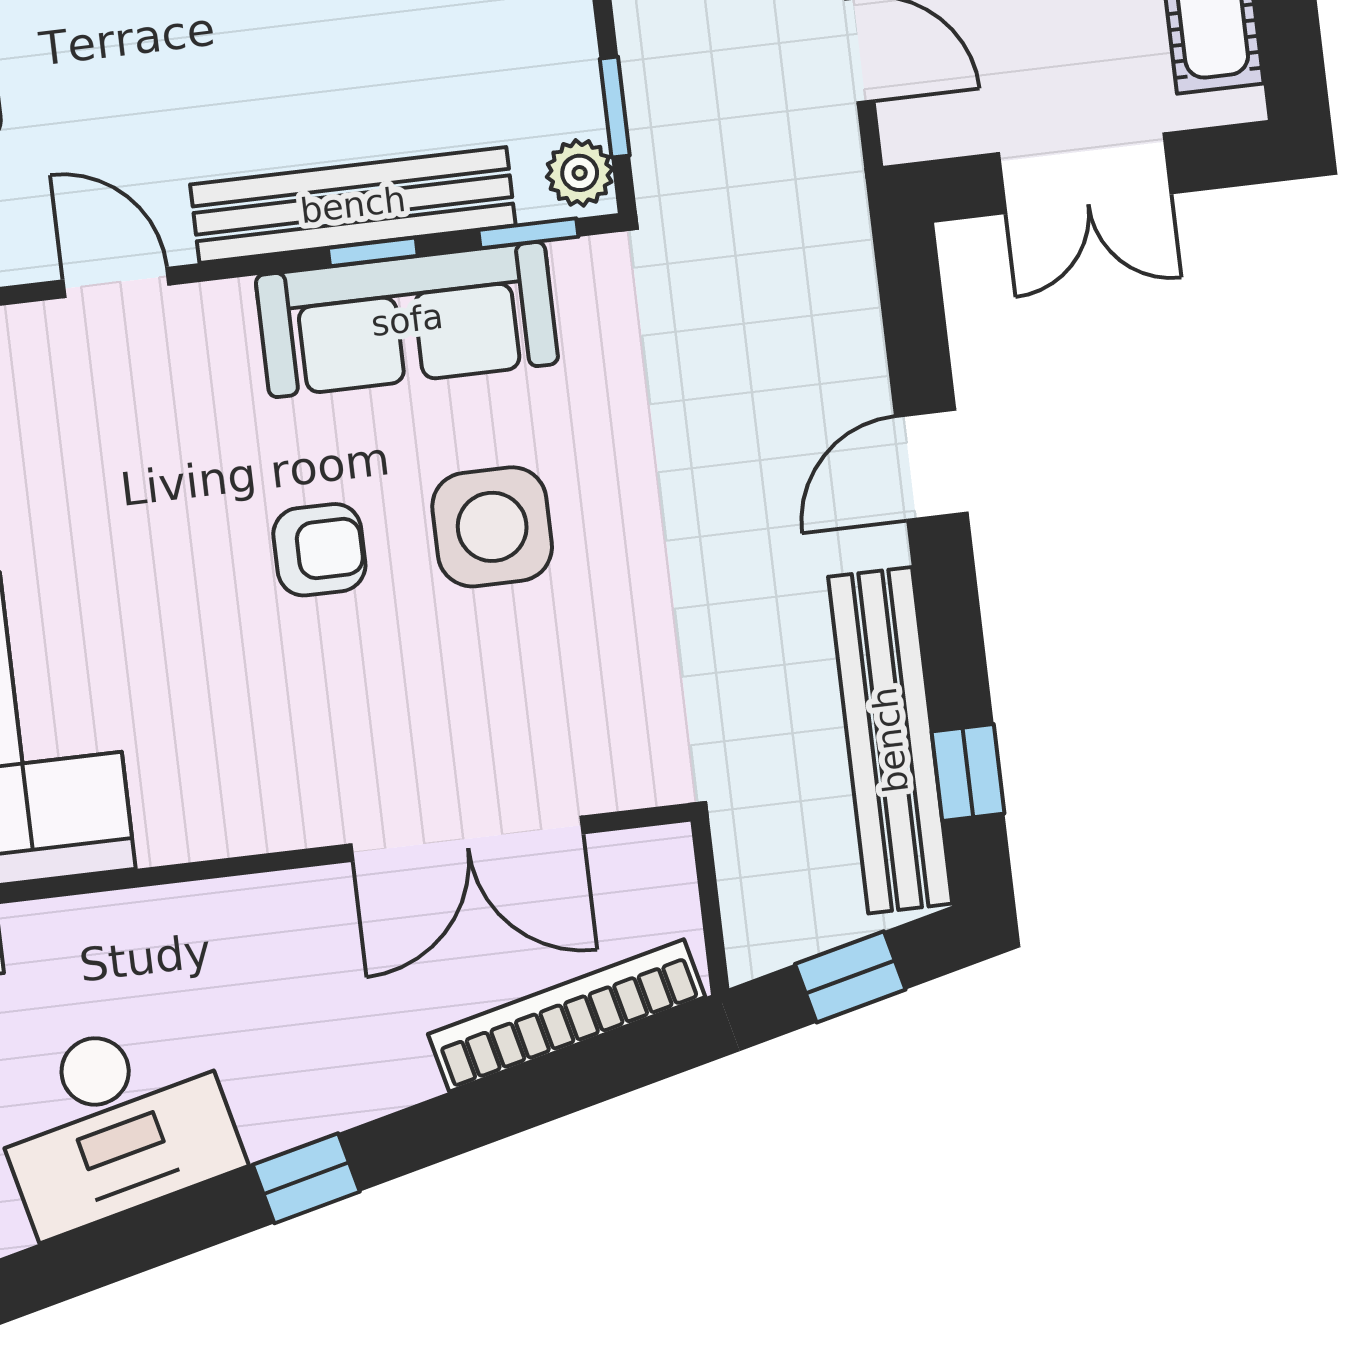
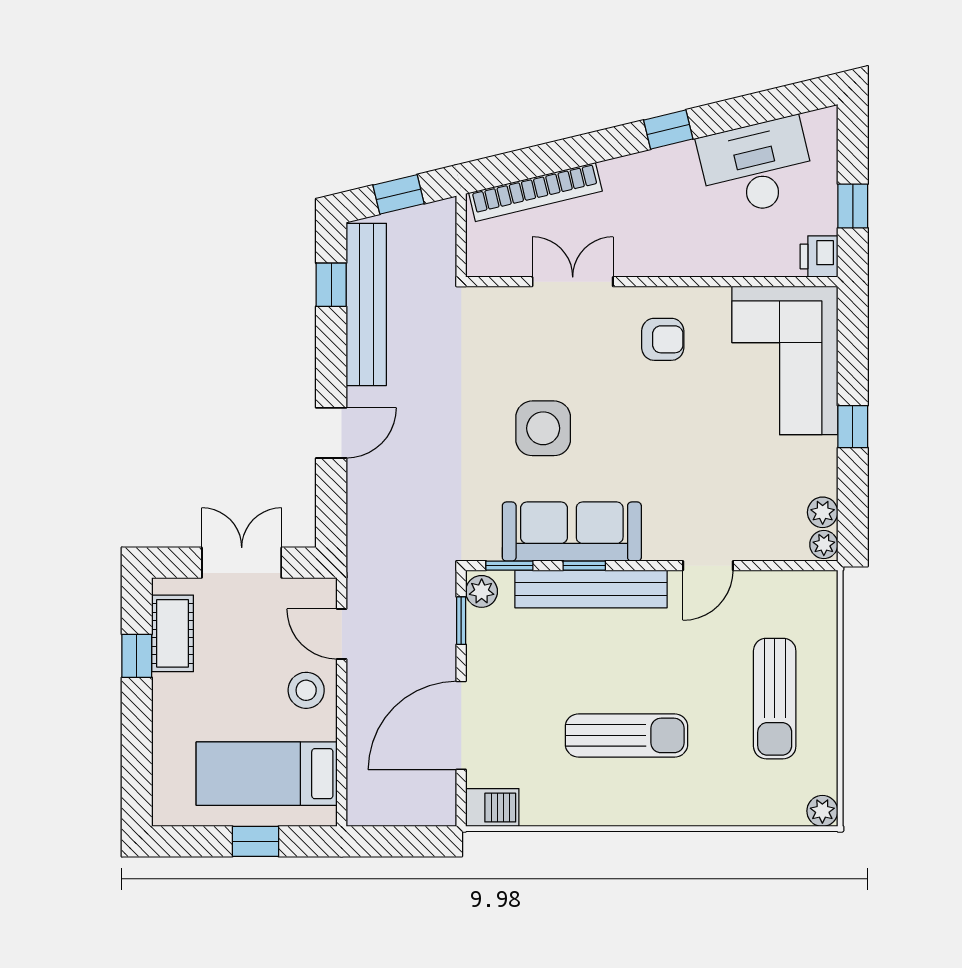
door: (116, 283) -> (708, 566), hinge flipped
armchair: (319, 550) -> (663, 339), moved, turned 180
double door: (467, 839) -> (573, 282), width x0.73

